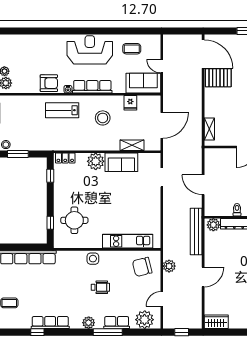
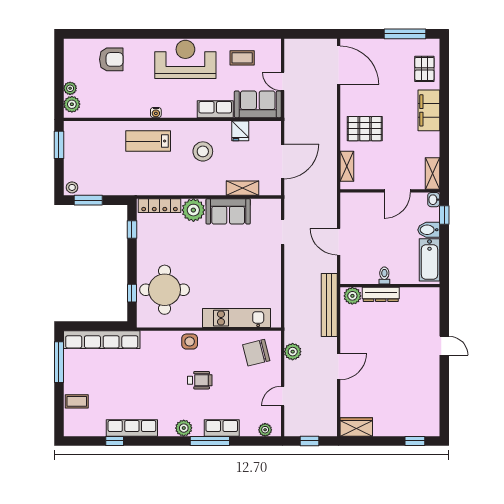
pallet: (218, 78) -> (365, 129), moved
armchair: (49, 83) -> (111, 59), moved
row of seats: (92, 87) -> (215, 109), moved, width x0.68
locker: (65, 158) -> (160, 206), width x1.53
round table: (74, 220) -> (165, 290), width x1.36, depth x1.36
plant: (145, 320) -> (265, 430), width x0.53, depth x0.53

